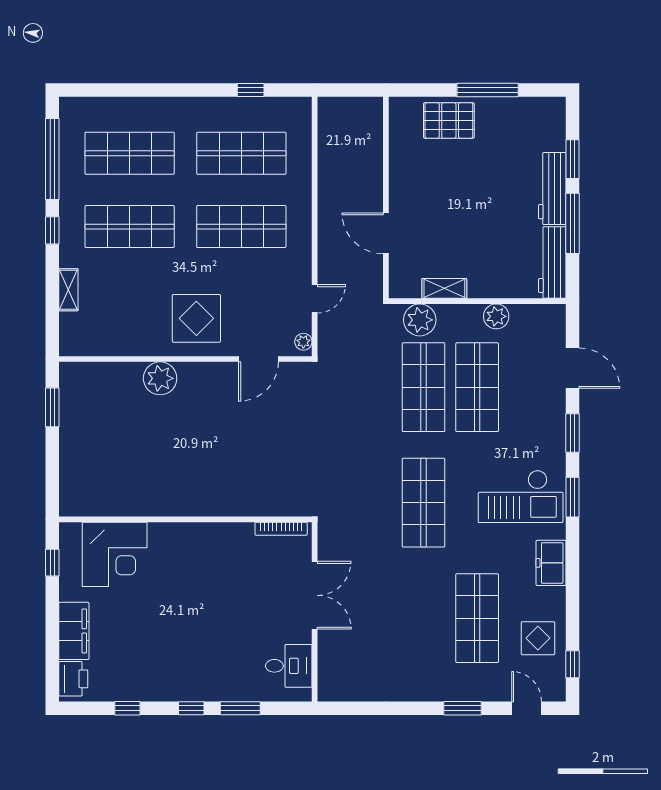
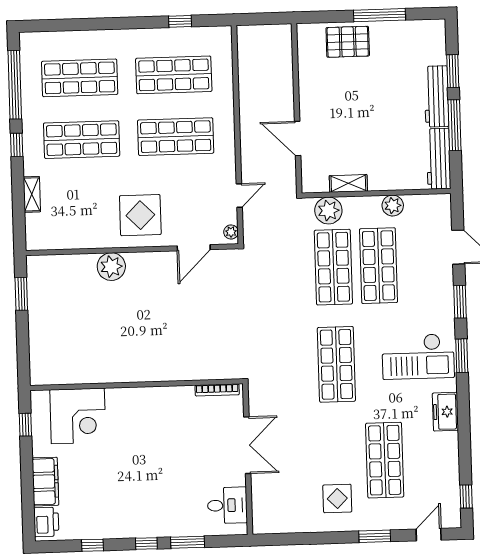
display table: (538, 638) -> (337, 498), moved
door: (527, 708) -> (429, 535), hinge flipped

